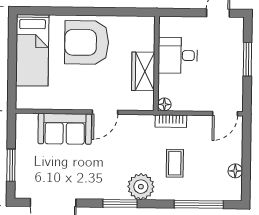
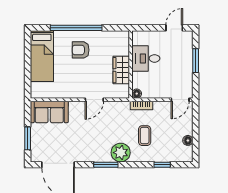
window: (81, 11) -> (76, 28), added
armchair: (87, 42) -> (81, 50), width x0.53, depth x0.53
sofa: (65, 129) -> (49, 112), moved
window: (199, 204) -> (162, 165), width x0.46

